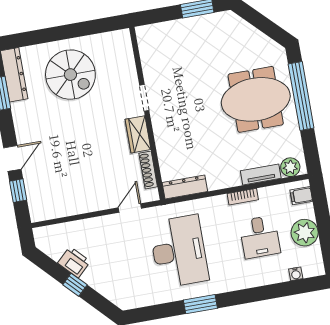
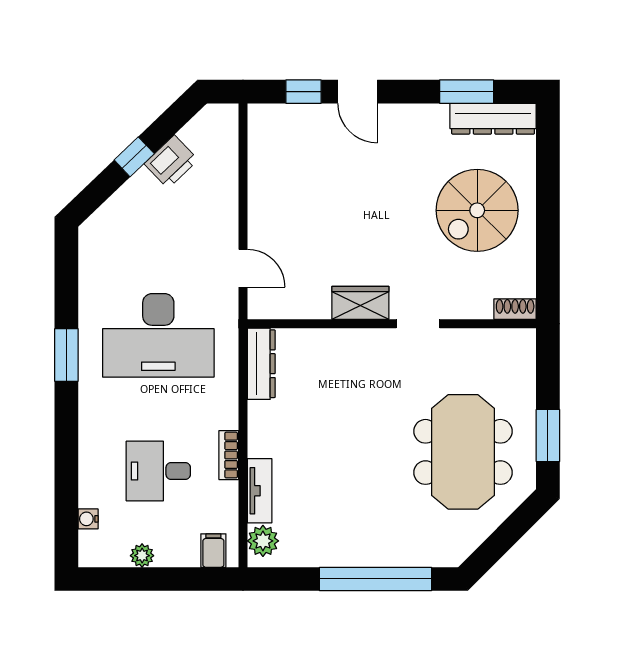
meeting table: (256, 99) -> (463, 452), moved
shoe rack: (148, 170) -> (515, 309), moved, width x0.70
plant: (305, 233) -> (142, 556), width x0.53, depth x0.53

